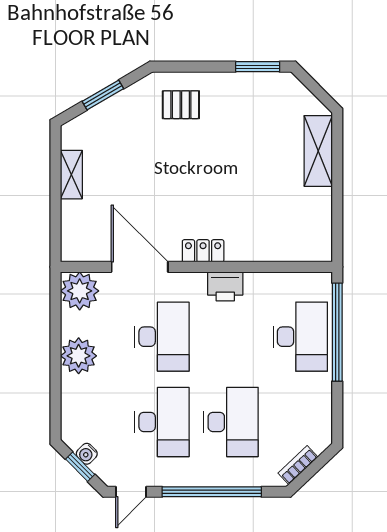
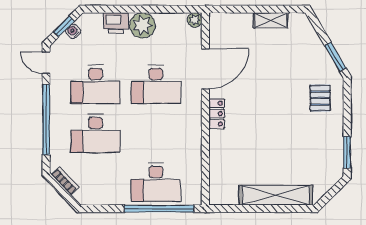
window: (103, 95) -> (335, 57), moved
shelving: (318, 151) -> (276, 195), width x1.47
printer: (225, 286) -> (116, 23), moved, turned -90
plant: (80, 291) -> (195, 20), width x0.53, depth x0.53

